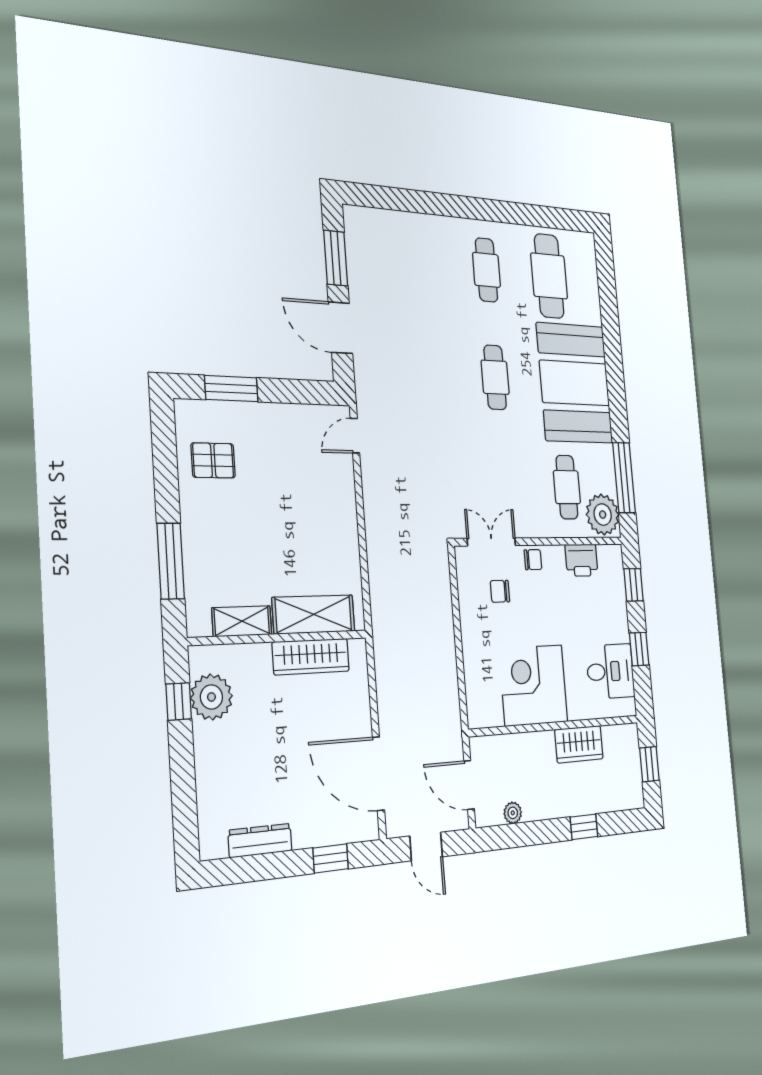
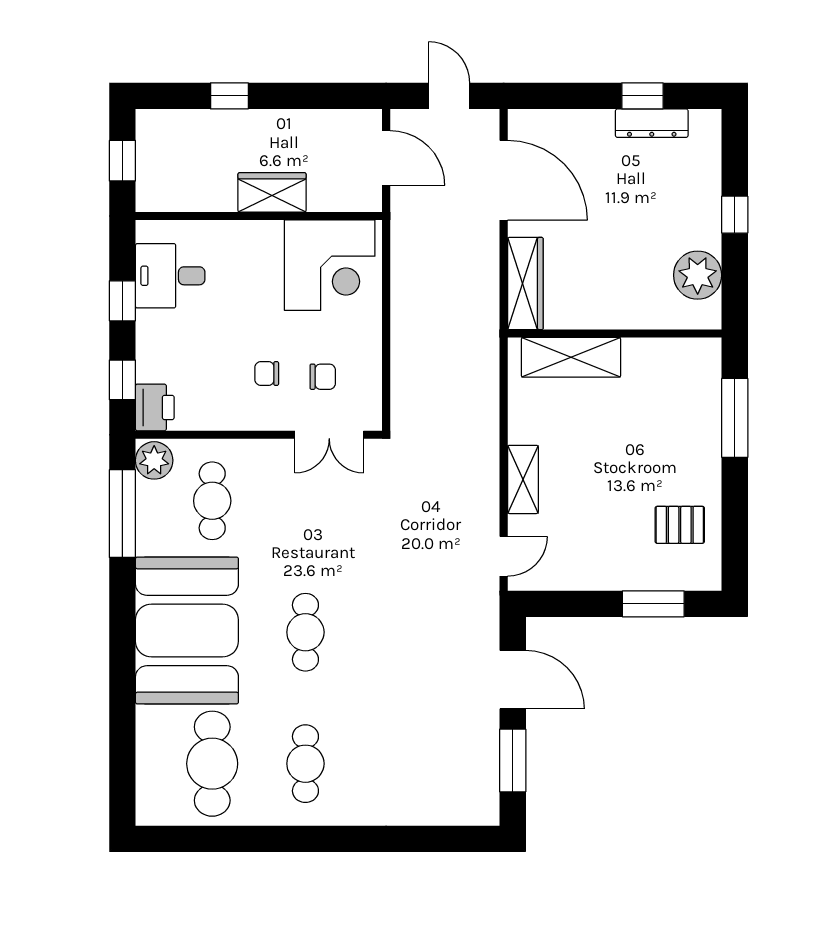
plant: (603, 515) -> (154, 460), width x0.73, depth x0.73
chair: (533, 560) -> (267, 374), moved
printer: (582, 560) -> (155, 407), moved, turned 90
shelving: (242, 621) -> (523, 479), moved, turned 90
wardrobe: (311, 657) -> (525, 284), moved, turned 90
corner desk: (534, 685) -> (330, 265), moved
window: (179, 701) -> (735, 215), moved
wardrobe: (579, 744) -> (272, 192), moved
plant: (513, 813) -> (329, 121), removed
window: (331, 858) -> (642, 96), moved

